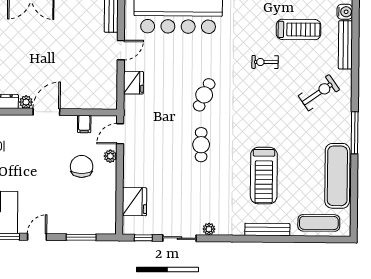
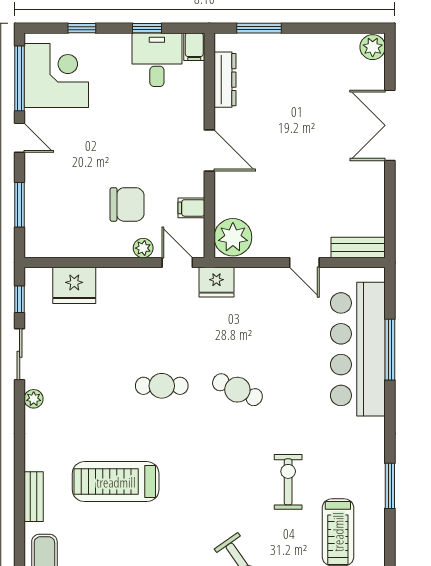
exercise bike: (265, 62) -> (288, 482), width x1.38, depth x1.39
fridge: (133, 83) -> (216, 282), moved
plant: (26, 102) -> (233, 237), moved, width x1.88, depth x1.88
bench: (267, 229) -> (34, 497), width x0.73

